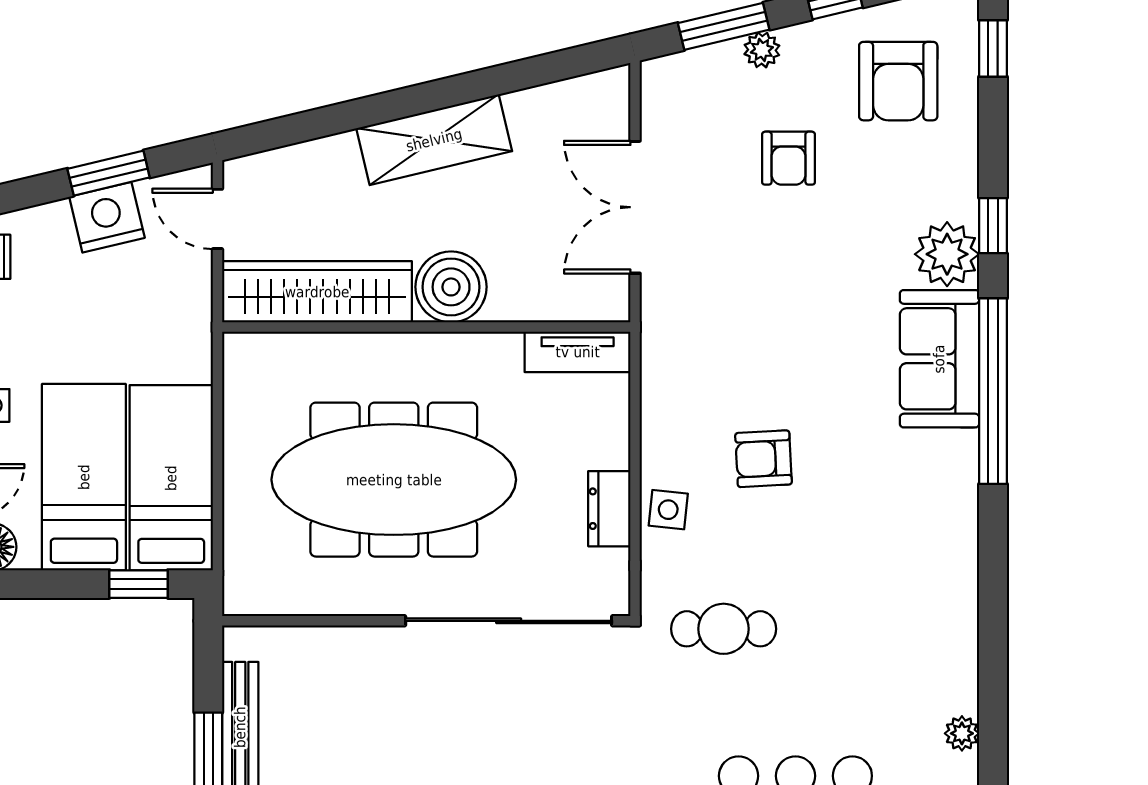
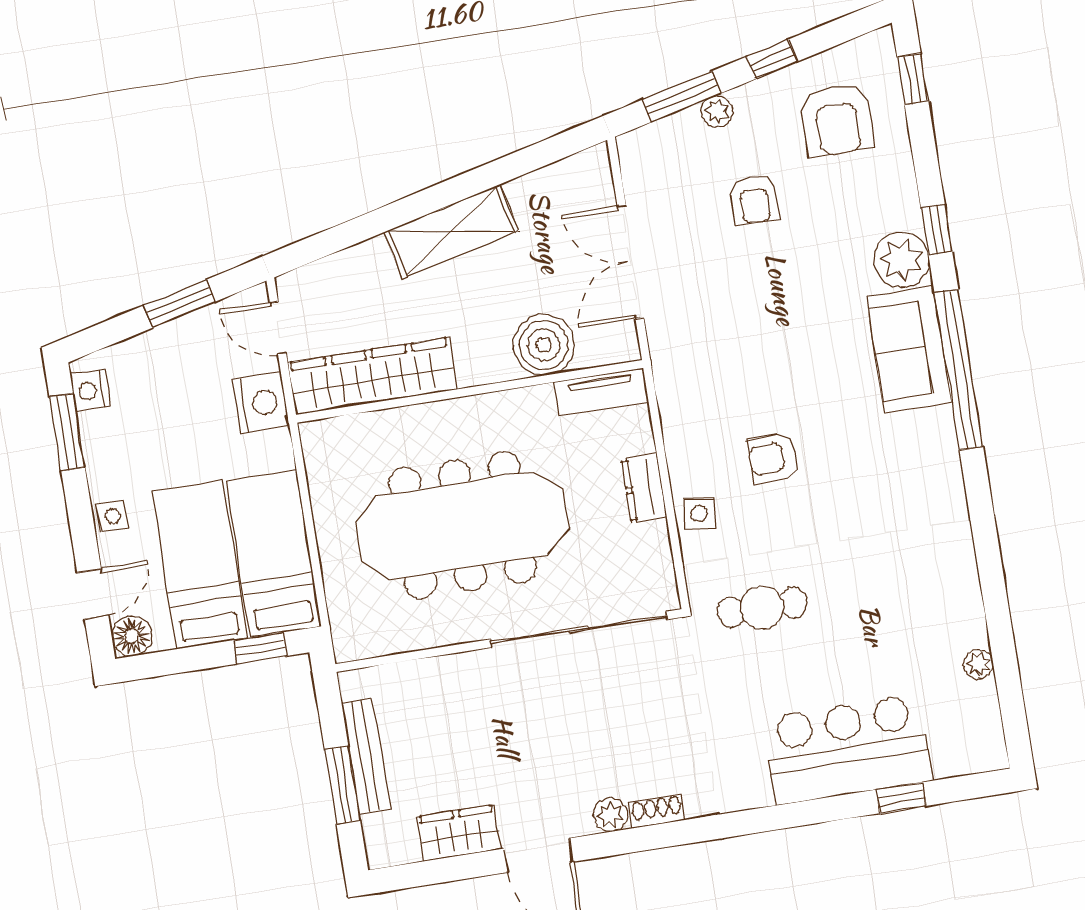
nightstand: (107, 217) -> (261, 403), moved, turned 103
boiler: (451, 287) -> (544, 345), moved
dresser: (609, 509) -> (644, 488), moved

